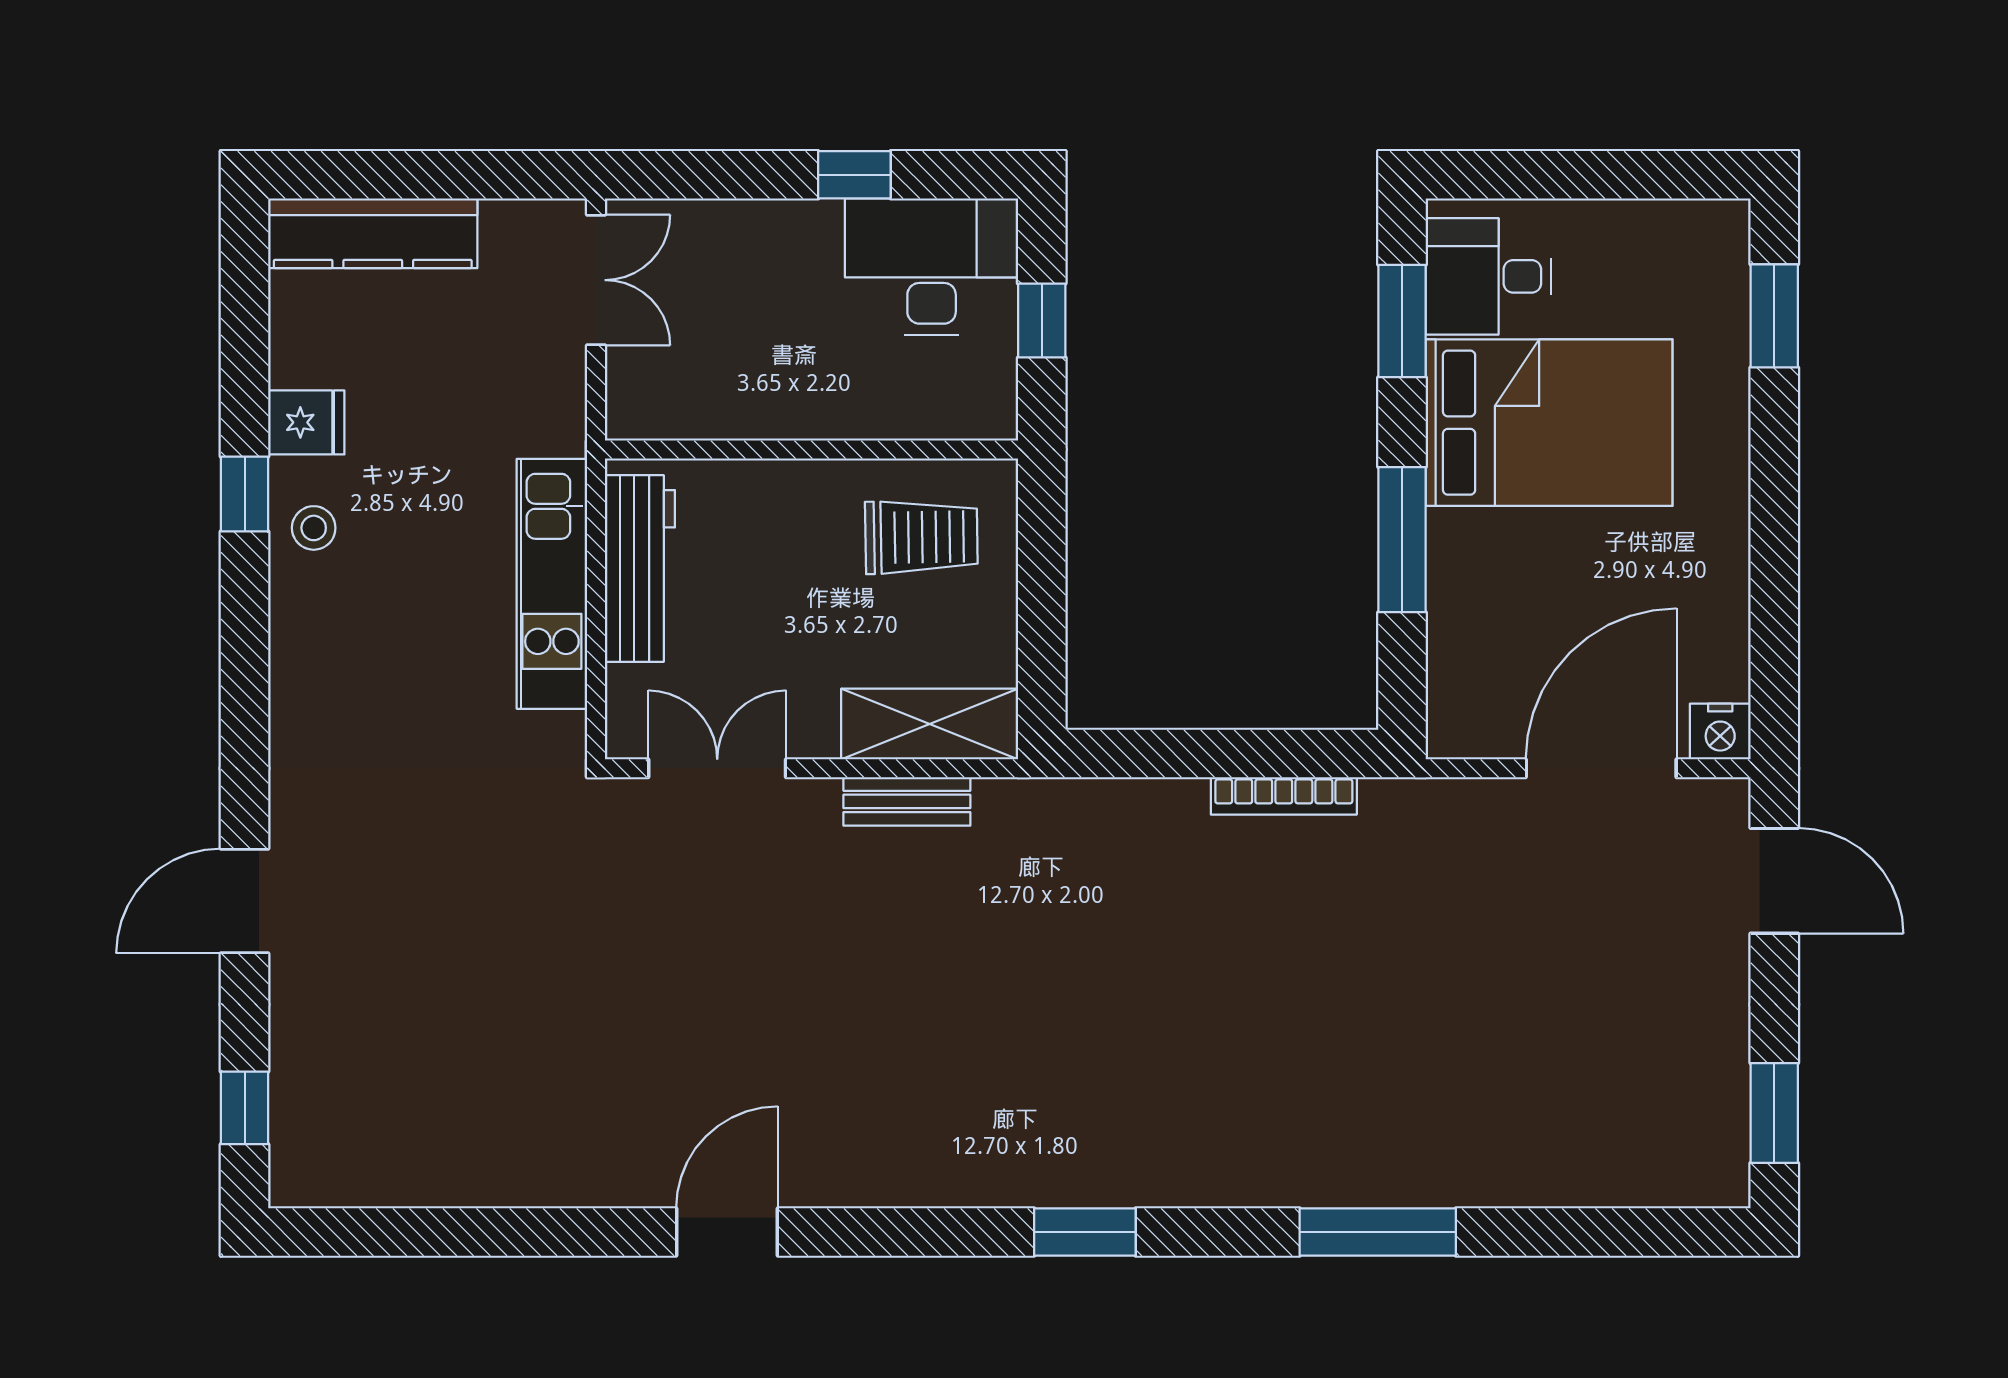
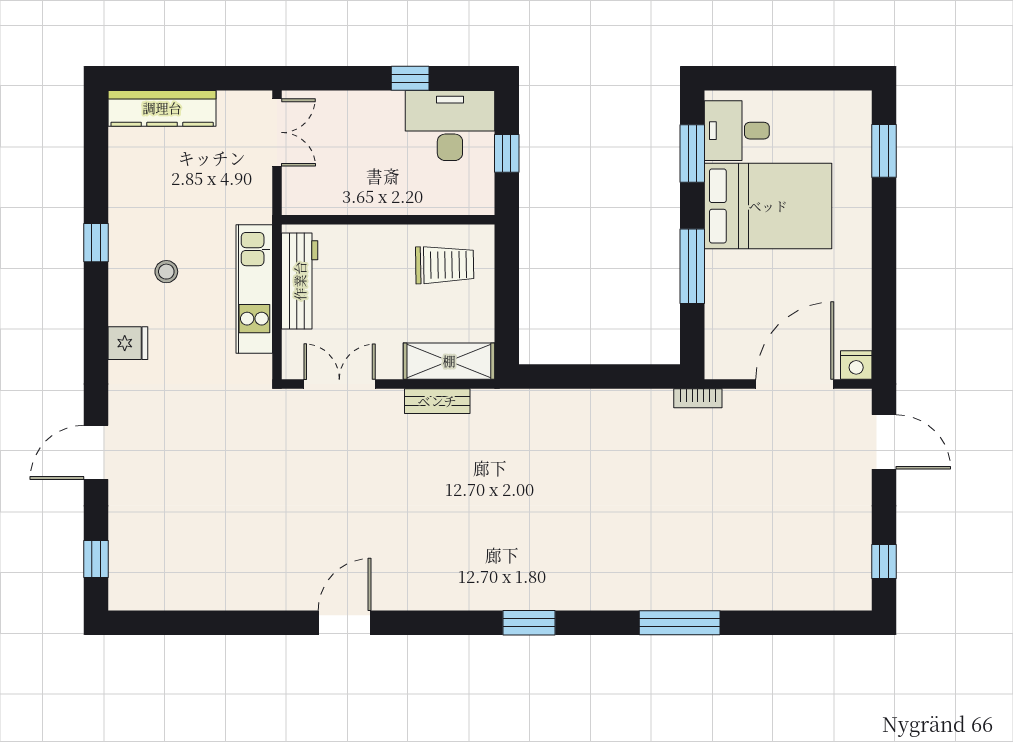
fridge: (306, 422) -> (128, 343), moved
stool: (314, 528) -> (166, 272), moved
bookcase: (1284, 796) -> (698, 398), moved, width x0.64
window: (1774, 1113) -> (884, 562), width x0.67

